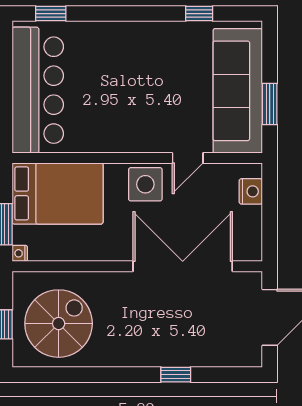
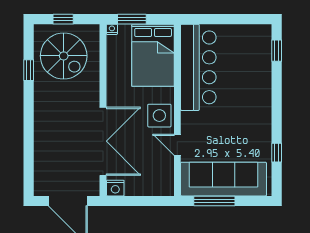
bar counter: (38, 90) -> (198, 67), moved, turned -90
window: (270, 104) -> (214, 201), width x1.44
nightstand: (251, 191) -> (115, 188), moved
window: (176, 375) -> (29, 70), moved

